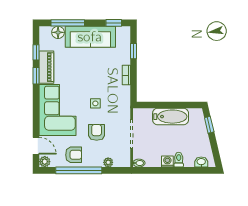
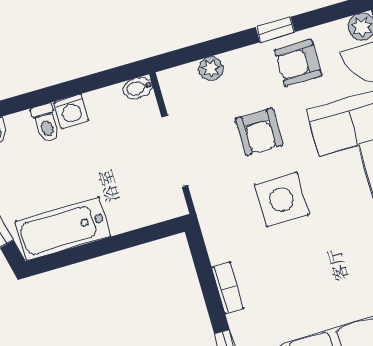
side table: (95, 103) -> (282, 200), width x1.87, depth x1.87
bathtub: (171, 117) -> (63, 229), moved
window: (79, 170) -> (275, 29), width x0.32

